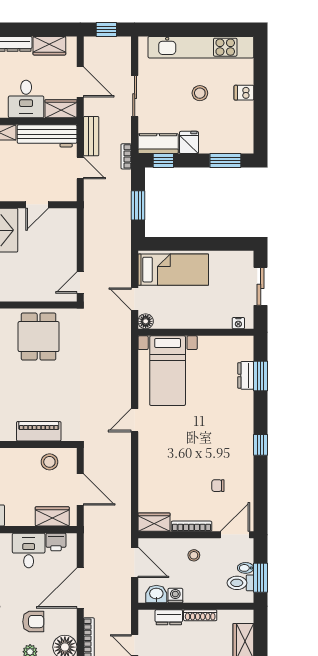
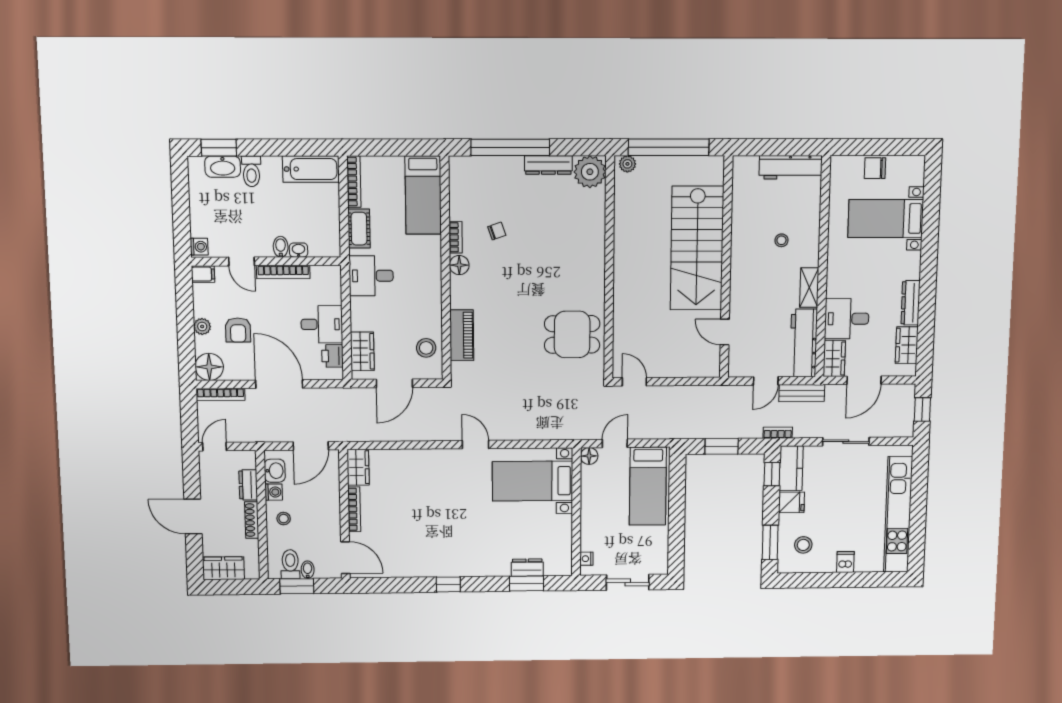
stool: (200, 93) -> (803, 545), moved
chair: (218, 486) -> (401, 538), removed
stool: (194, 555) -> (284, 519), moved

